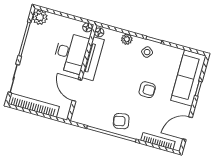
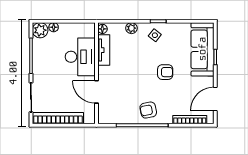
floor lamp: (87, 27) -> (54, 27), moved
tv unit: (93, 59) -> (104, 50), width x0.71

